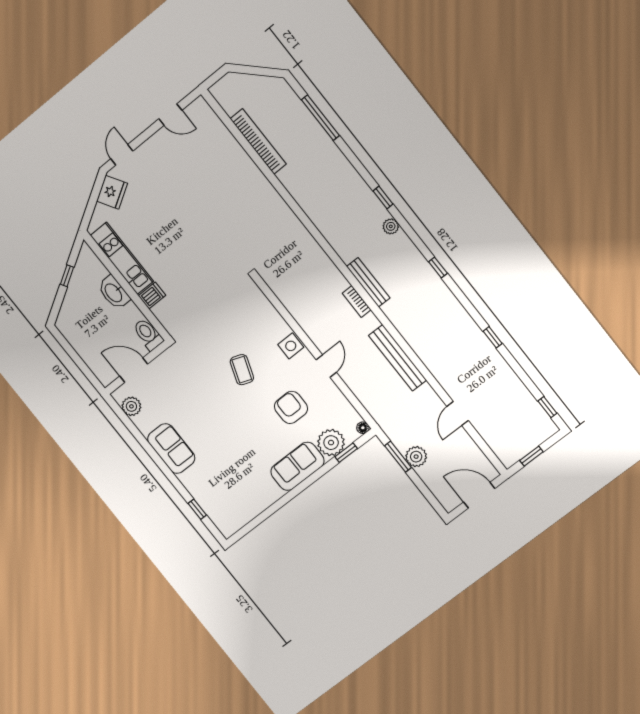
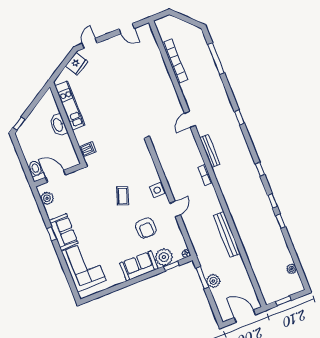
plant: (391, 226) -> (292, 269), moved
window: (67, 276) -> (19, 124), moved
bench: (368, 282) -> (210, 151), moved
dishwasher: (152, 296) -> (87, 149), moved
toilet: (148, 334) -> (36, 171), moved
bench: (398, 358) -> (227, 235), moved
armchair: (291, 407) -> (146, 228), turned 180
window: (547, 407) -> (272, 201), moved
door: (458, 414) -> (190, 119), moved
corner sofa: (216, 490) -> (84, 266), added
window: (197, 509) -> (52, 234), moved

